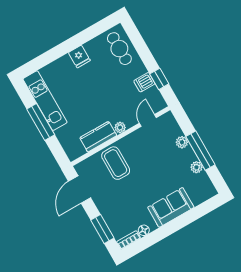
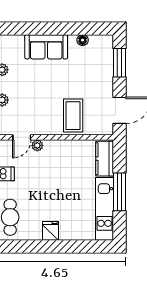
plant: (120, 128) -> (37, 145), moved
kitchen counter: (98, 137) -> (105, 159), moved, turned 90
bookcase: (129, 240) -> (101, 39), removed

